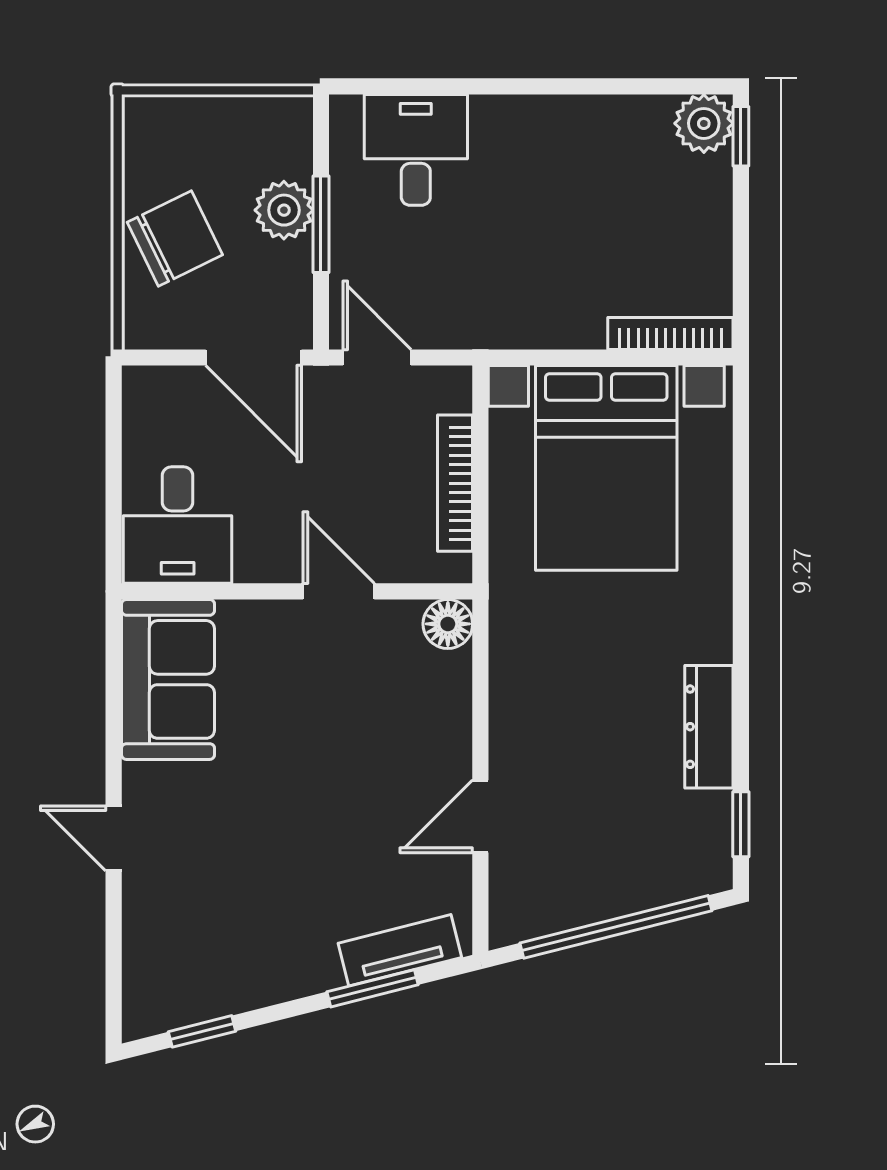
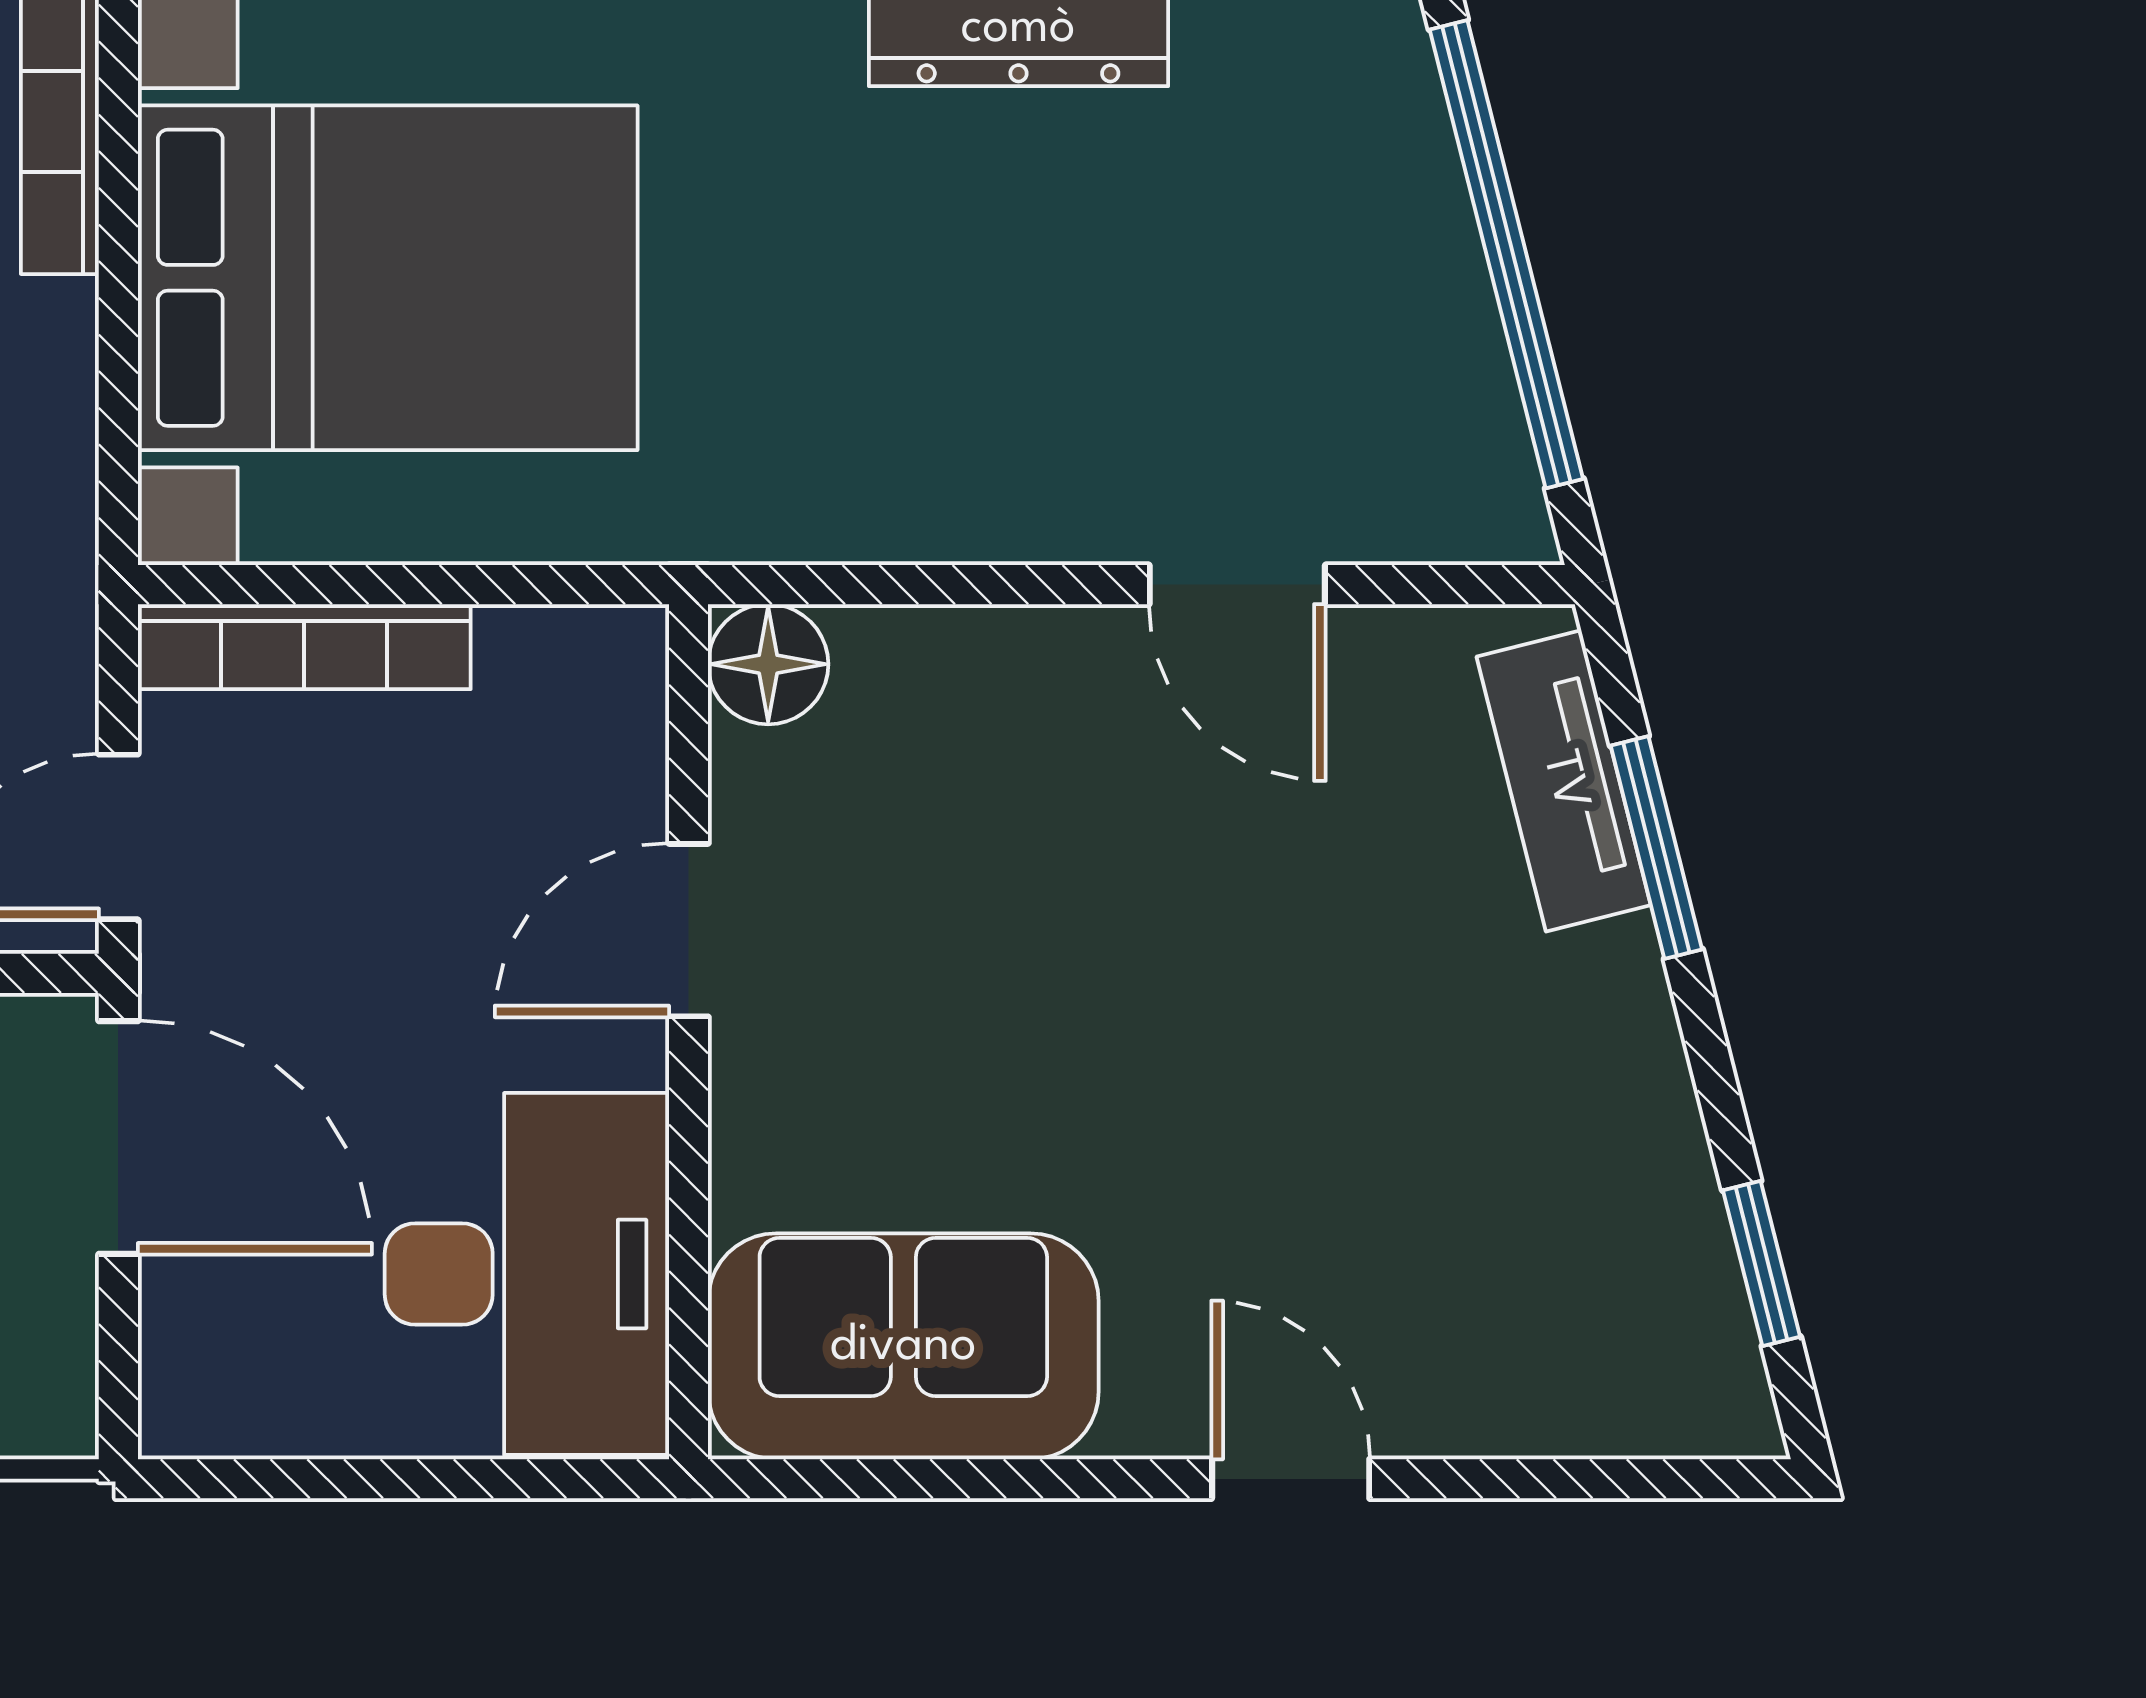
door: (254, 357) -> (118, 1137), hinge flipped
bookcase: (455, 483) -> (304, 647), moved
desk: (178, 525) -> (527, 1274), width x1.37
door: (114, 838) -> (1291, 1479), swing flipped

